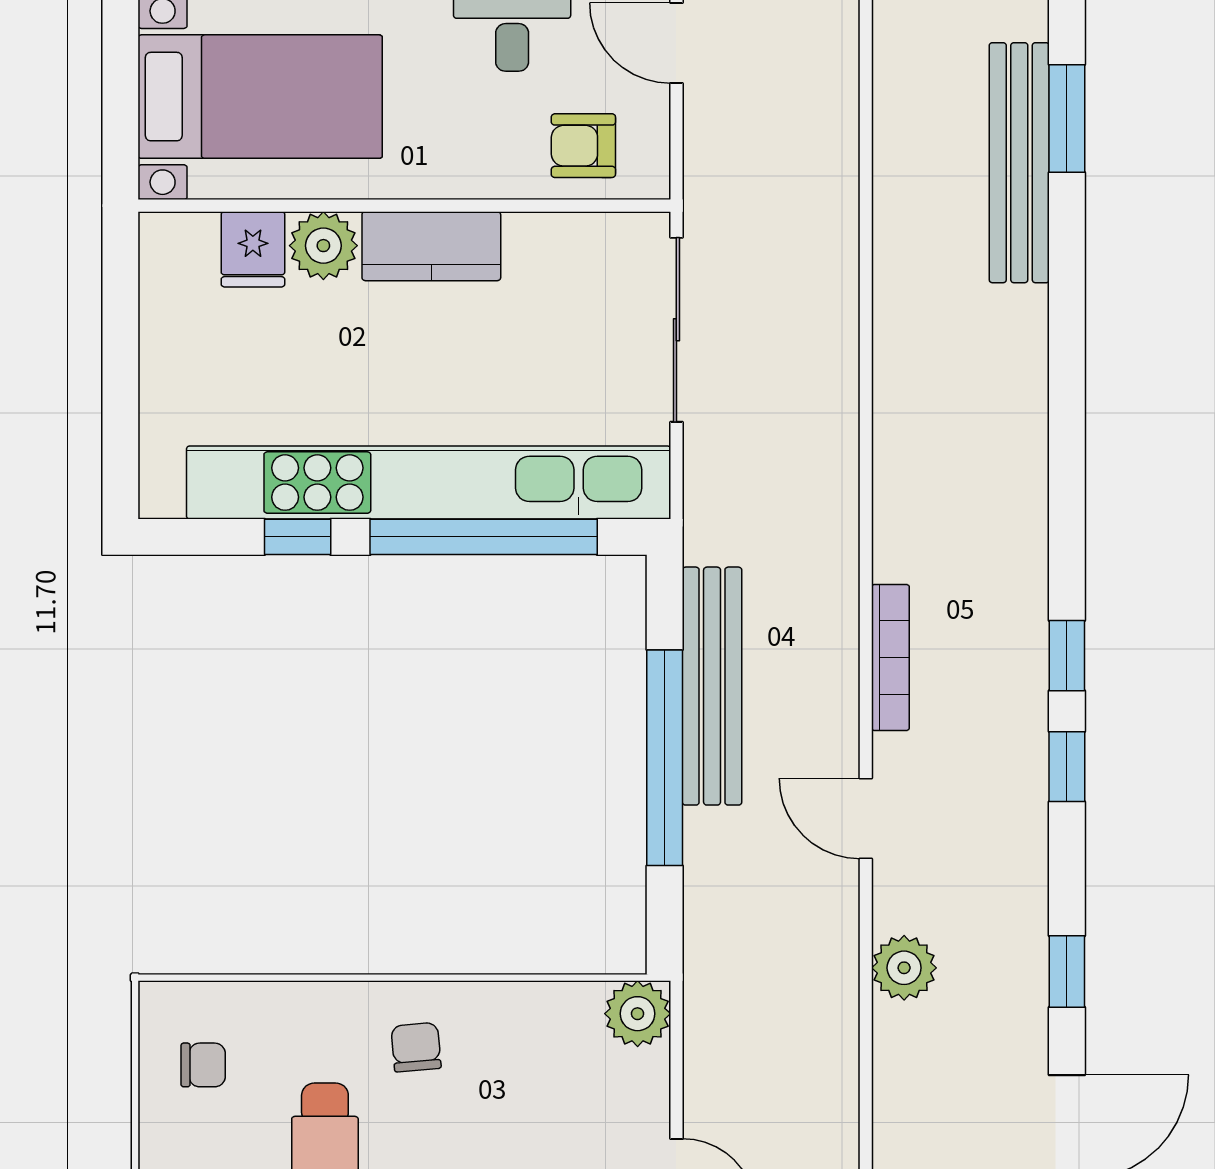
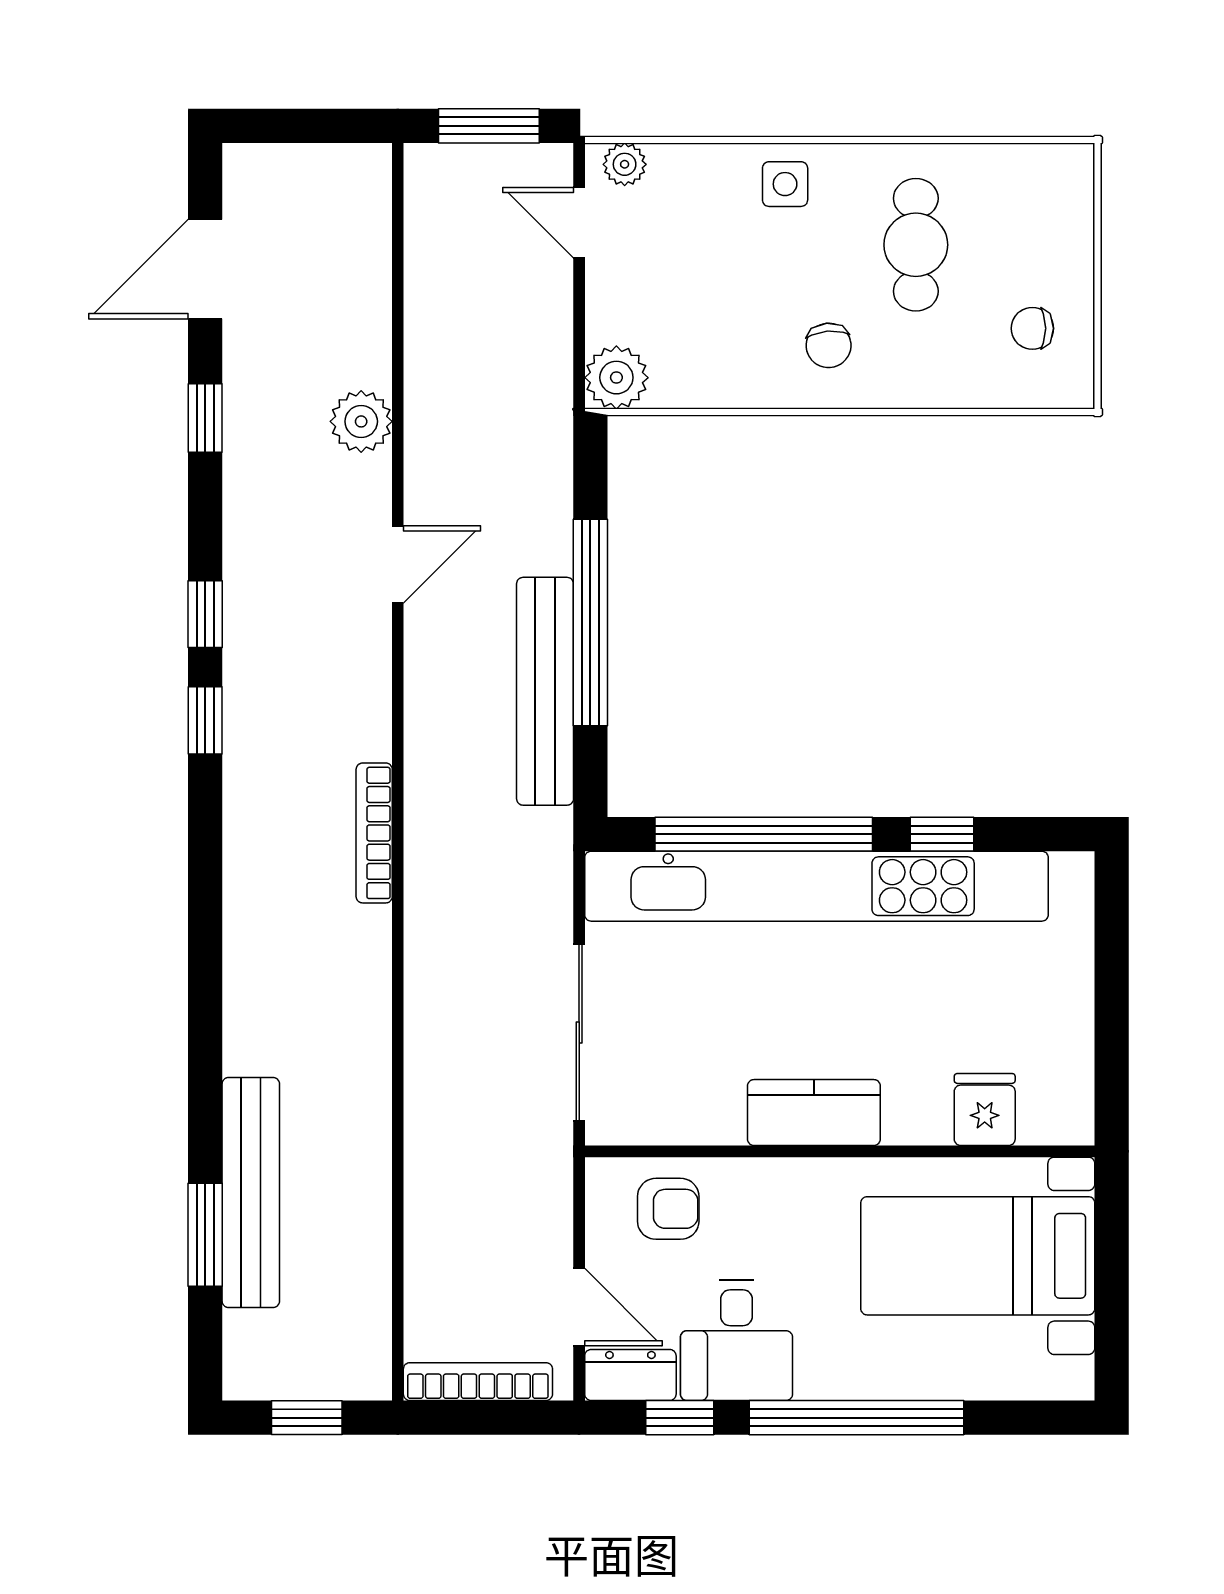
plant: (323, 246) -> (917, 1113), removed
bookcase: (890, 657) -> (374, 833), moved
door: (866, 819) -> (398, 564), hinge flipped

